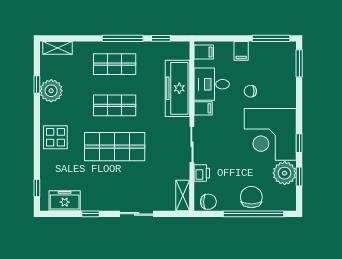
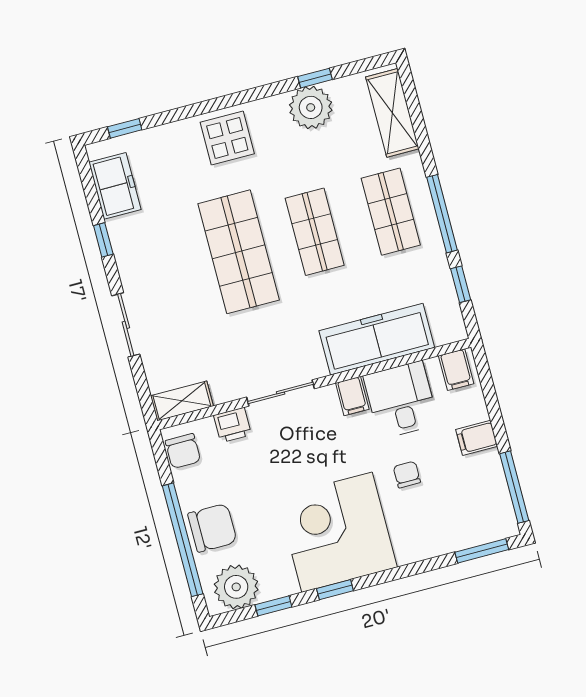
shelving: (57, 48) -> (392, 113), width x1.50, depth x1.33
plant: (285, 173) -> (236, 587), moved

